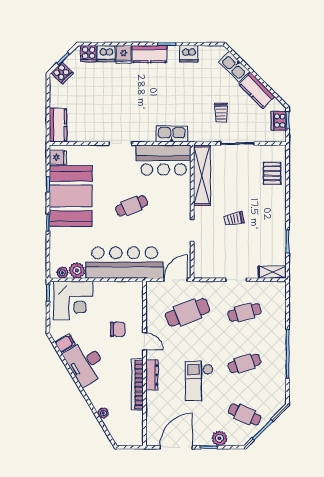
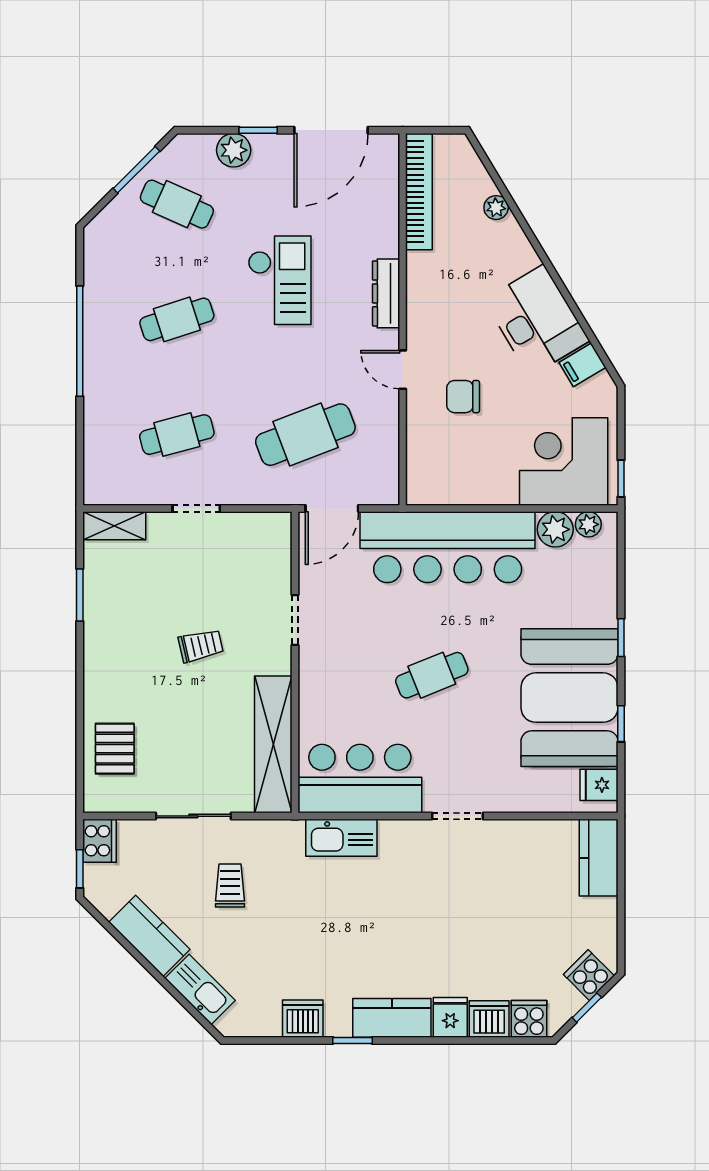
cooker: (279, 121) -> (99, 841), moved
bookcase: (137, 385) -> (419, 192), moved

